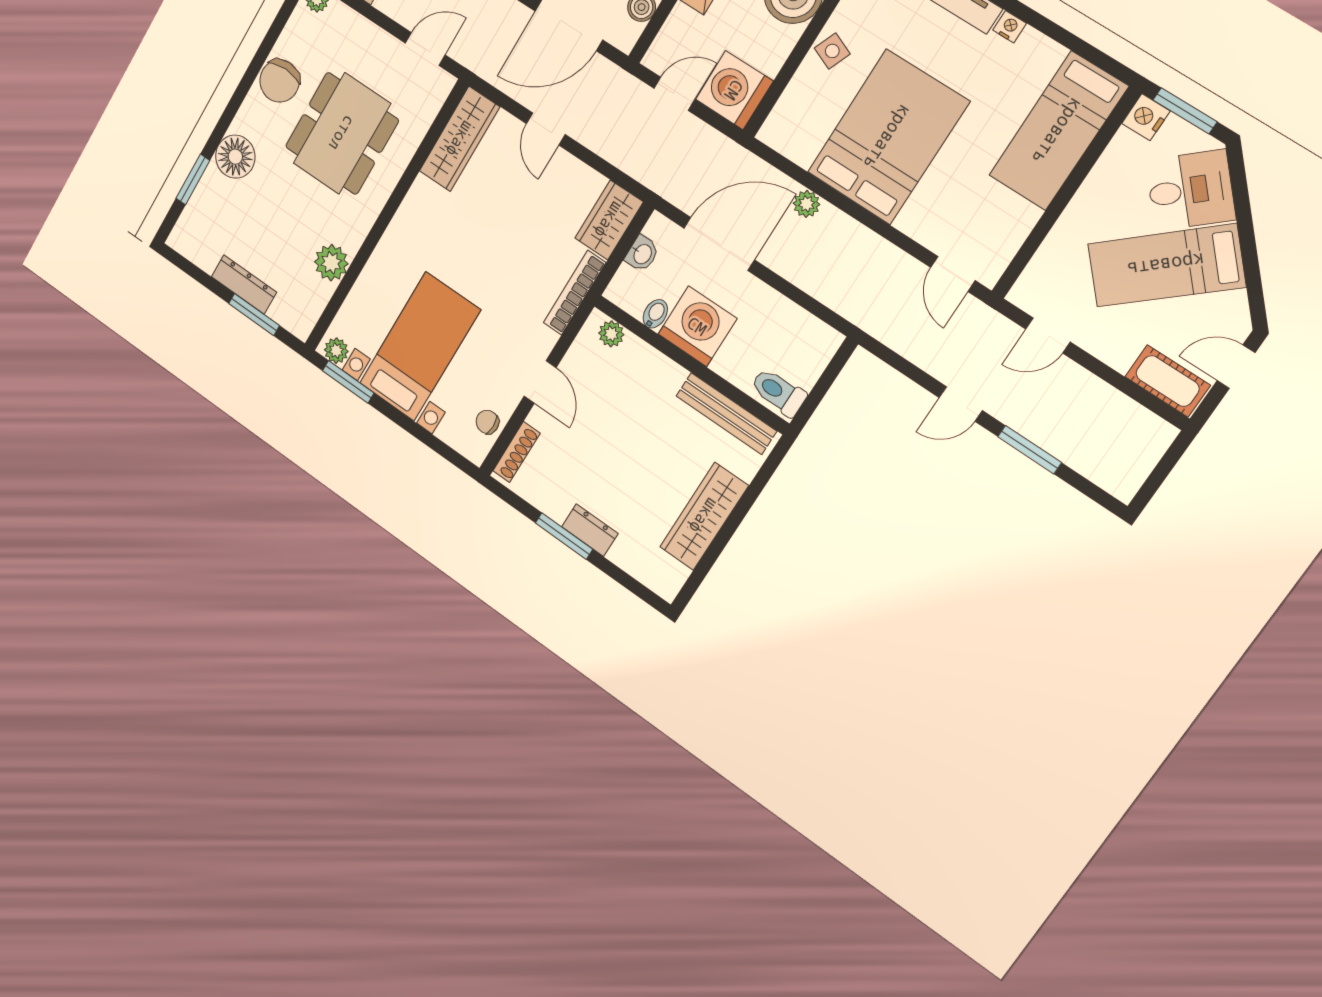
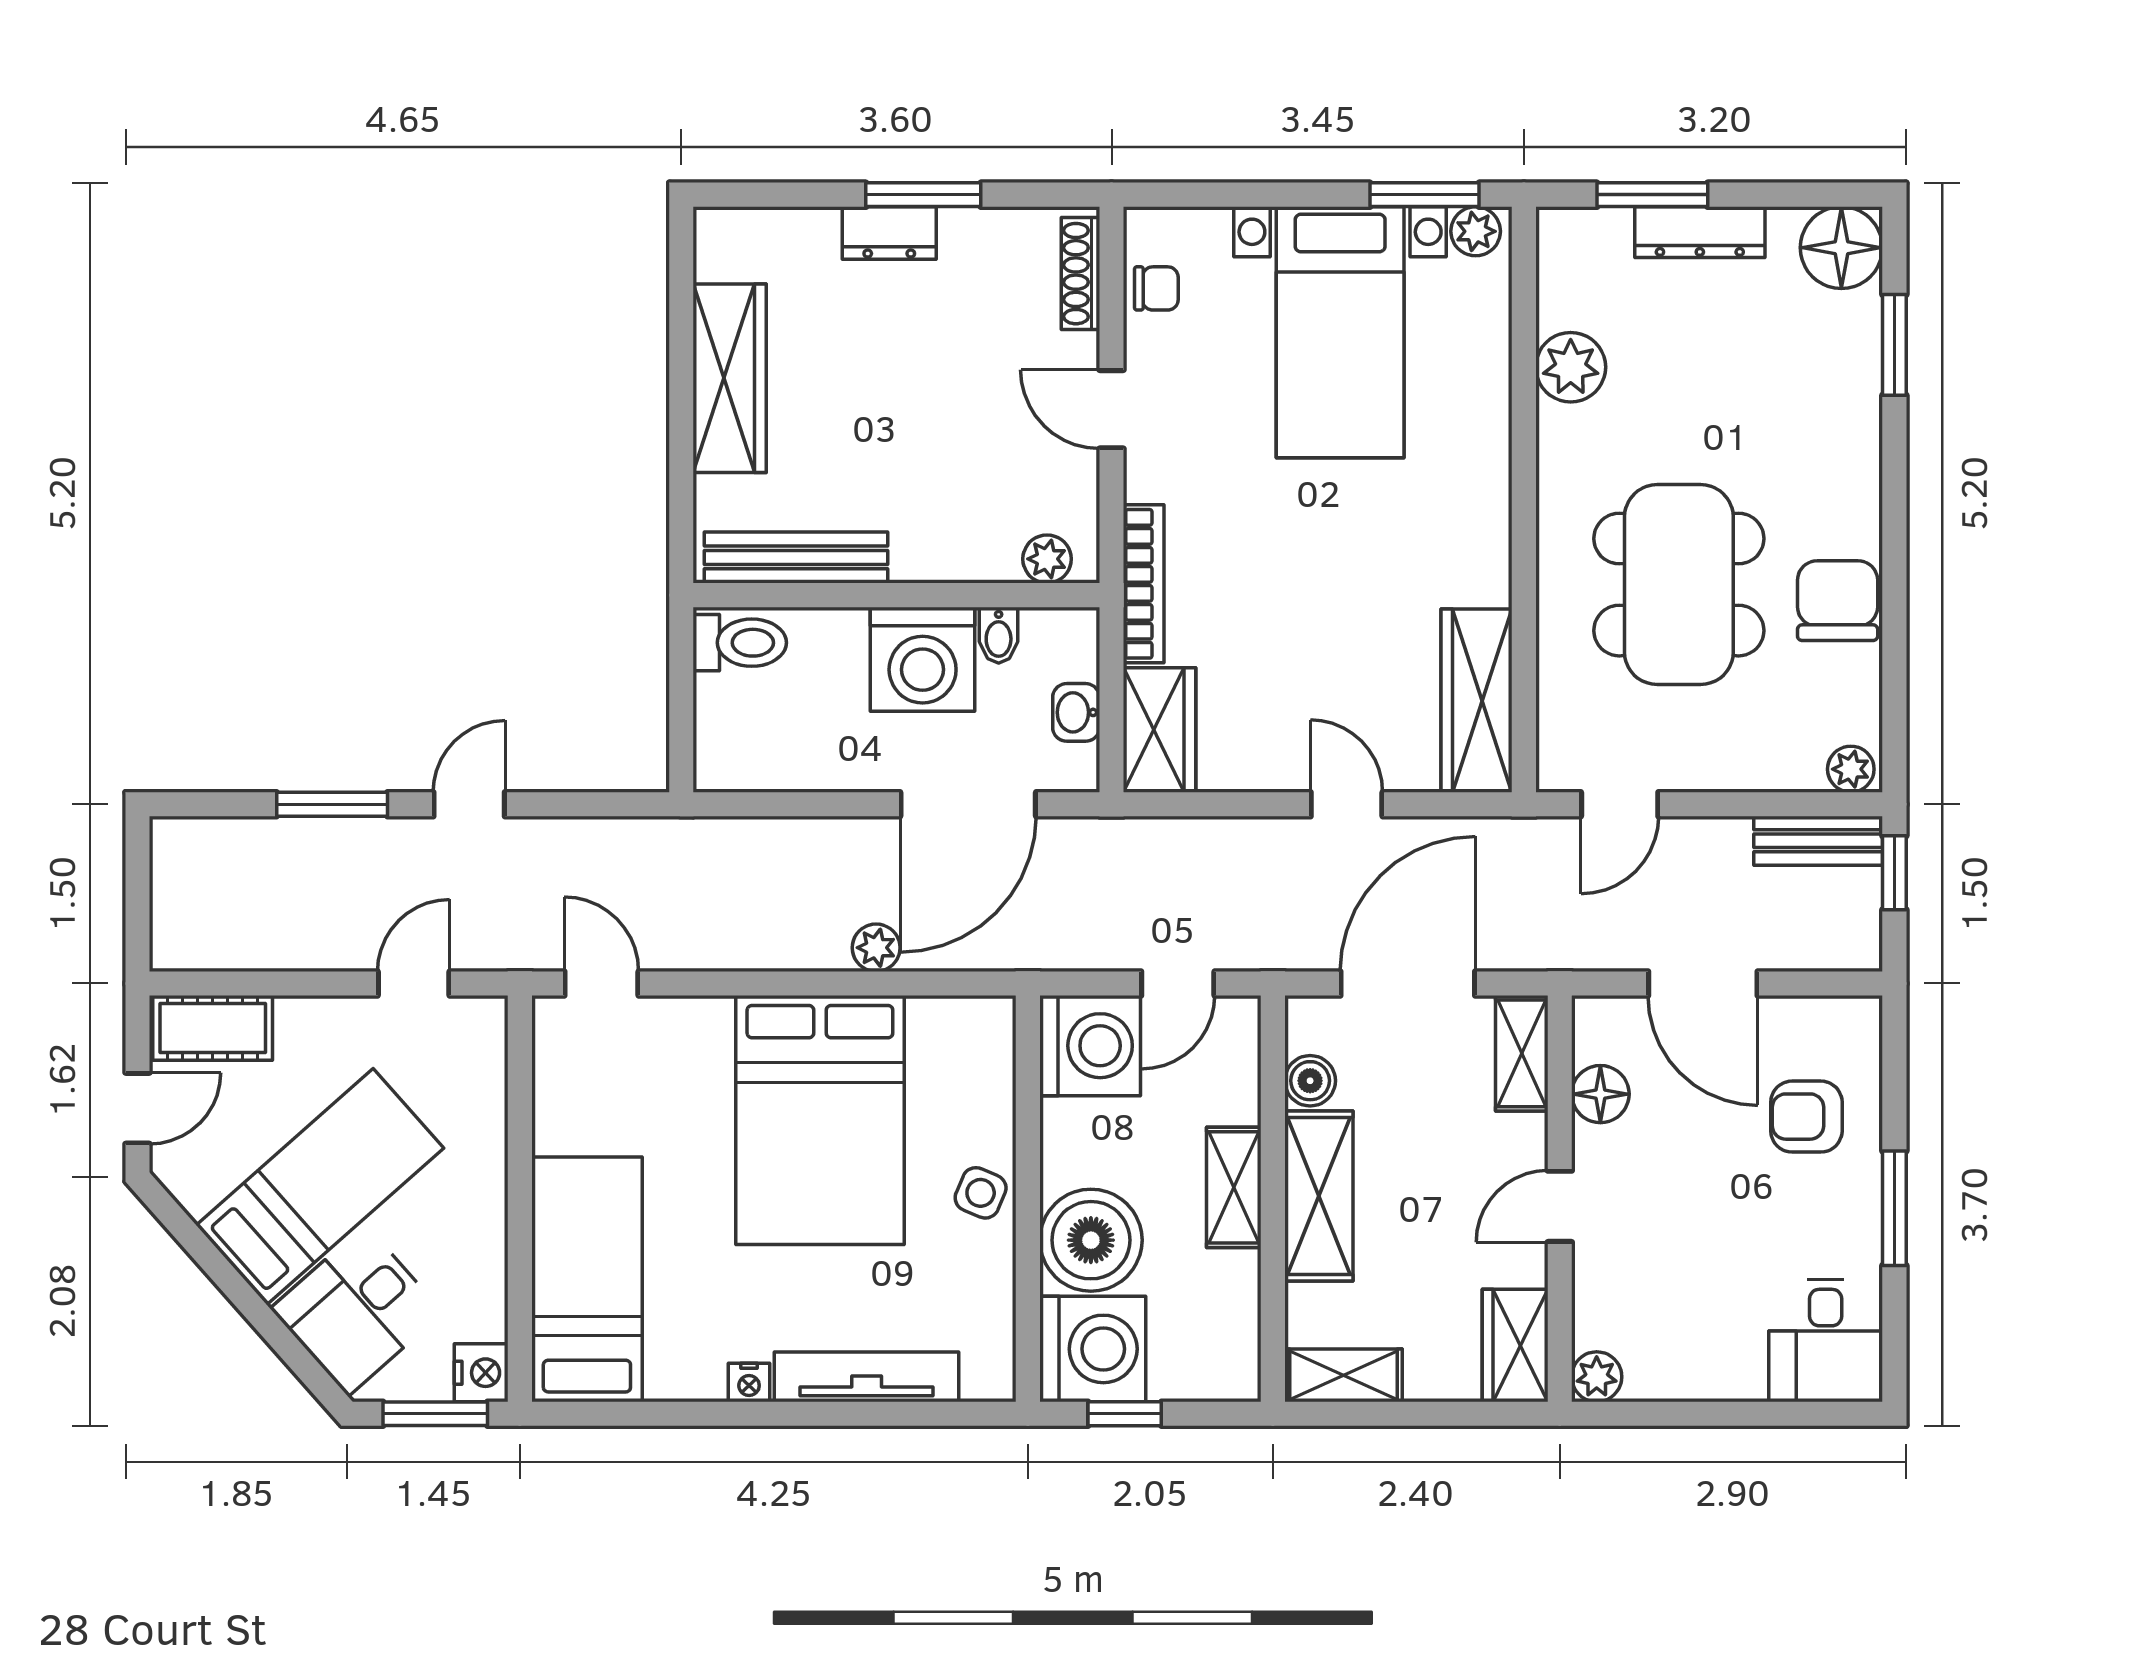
floor lamp: (235, 157) -> (1841, 248), moved

